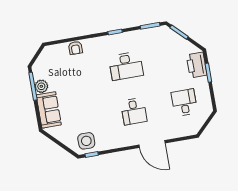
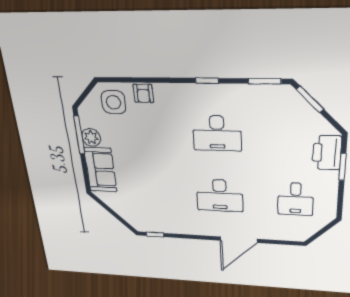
desk: (184, 103) -> (296, 199), turned 180
desk: (134, 111) -> (220, 195), width x1.37
side table: (86, 141) -> (113, 102), moved
door: (152, 144) -> (239, 240), hinge flipped

